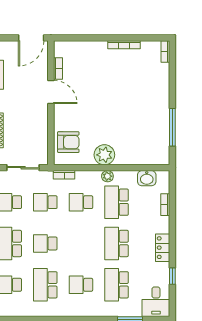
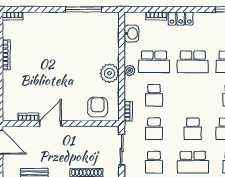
locker: (163, 248) -> (181, 18), moved

